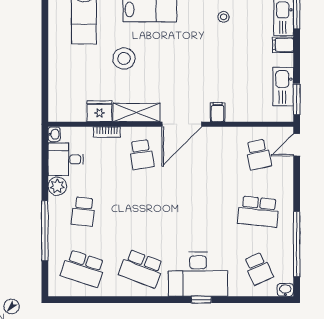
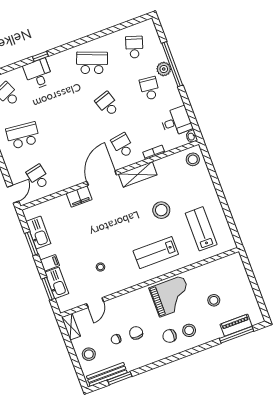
window: (297, 99) -> (31, 244), moved
stool: (63, 106) -> (193, 159), added
fridge: (100, 111) -> (165, 165), removed
filing cabinet: (218, 112) -> (79, 196), width x2.00
plant: (57, 186) -> (164, 69), moved
school desk: (142, 212) -> (107, 104), added
school desk: (83, 269) -> (134, 47), width x0.54
desk: (198, 274) -> (38, 74), width x0.53, depth x0.77

